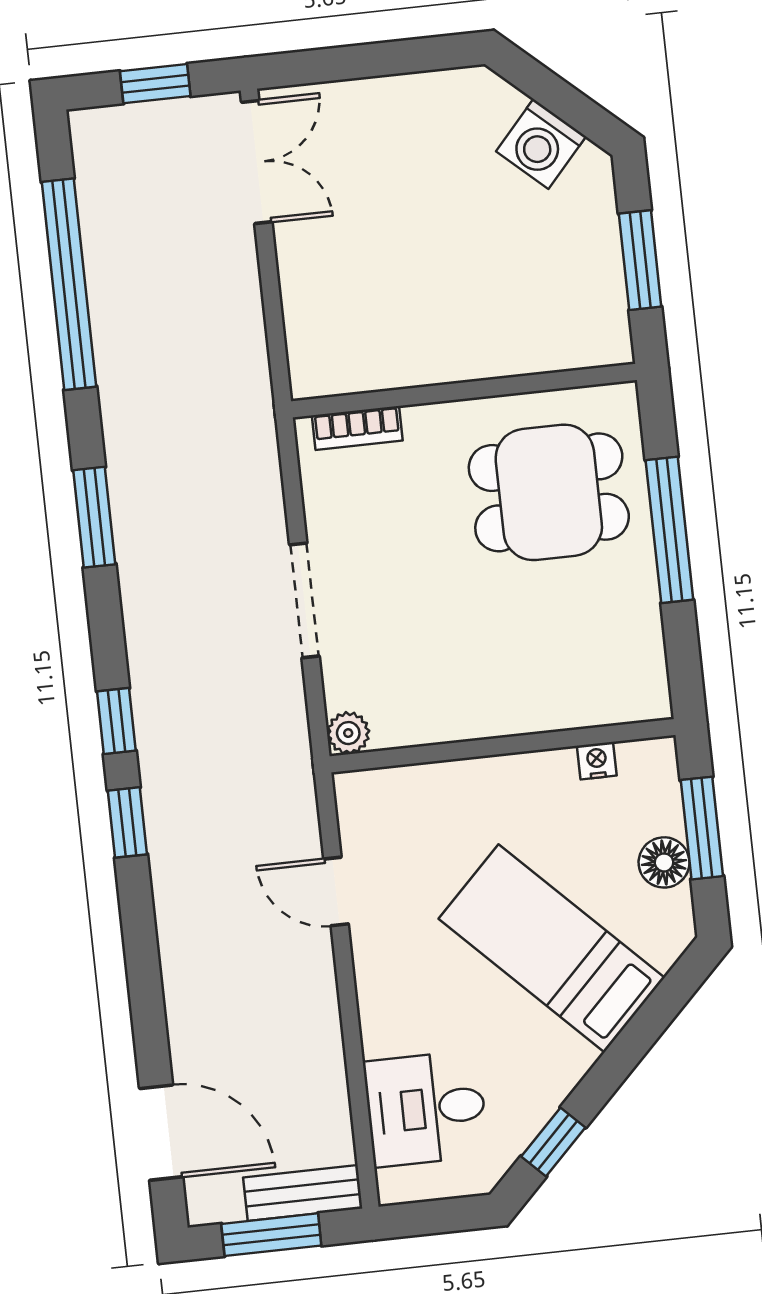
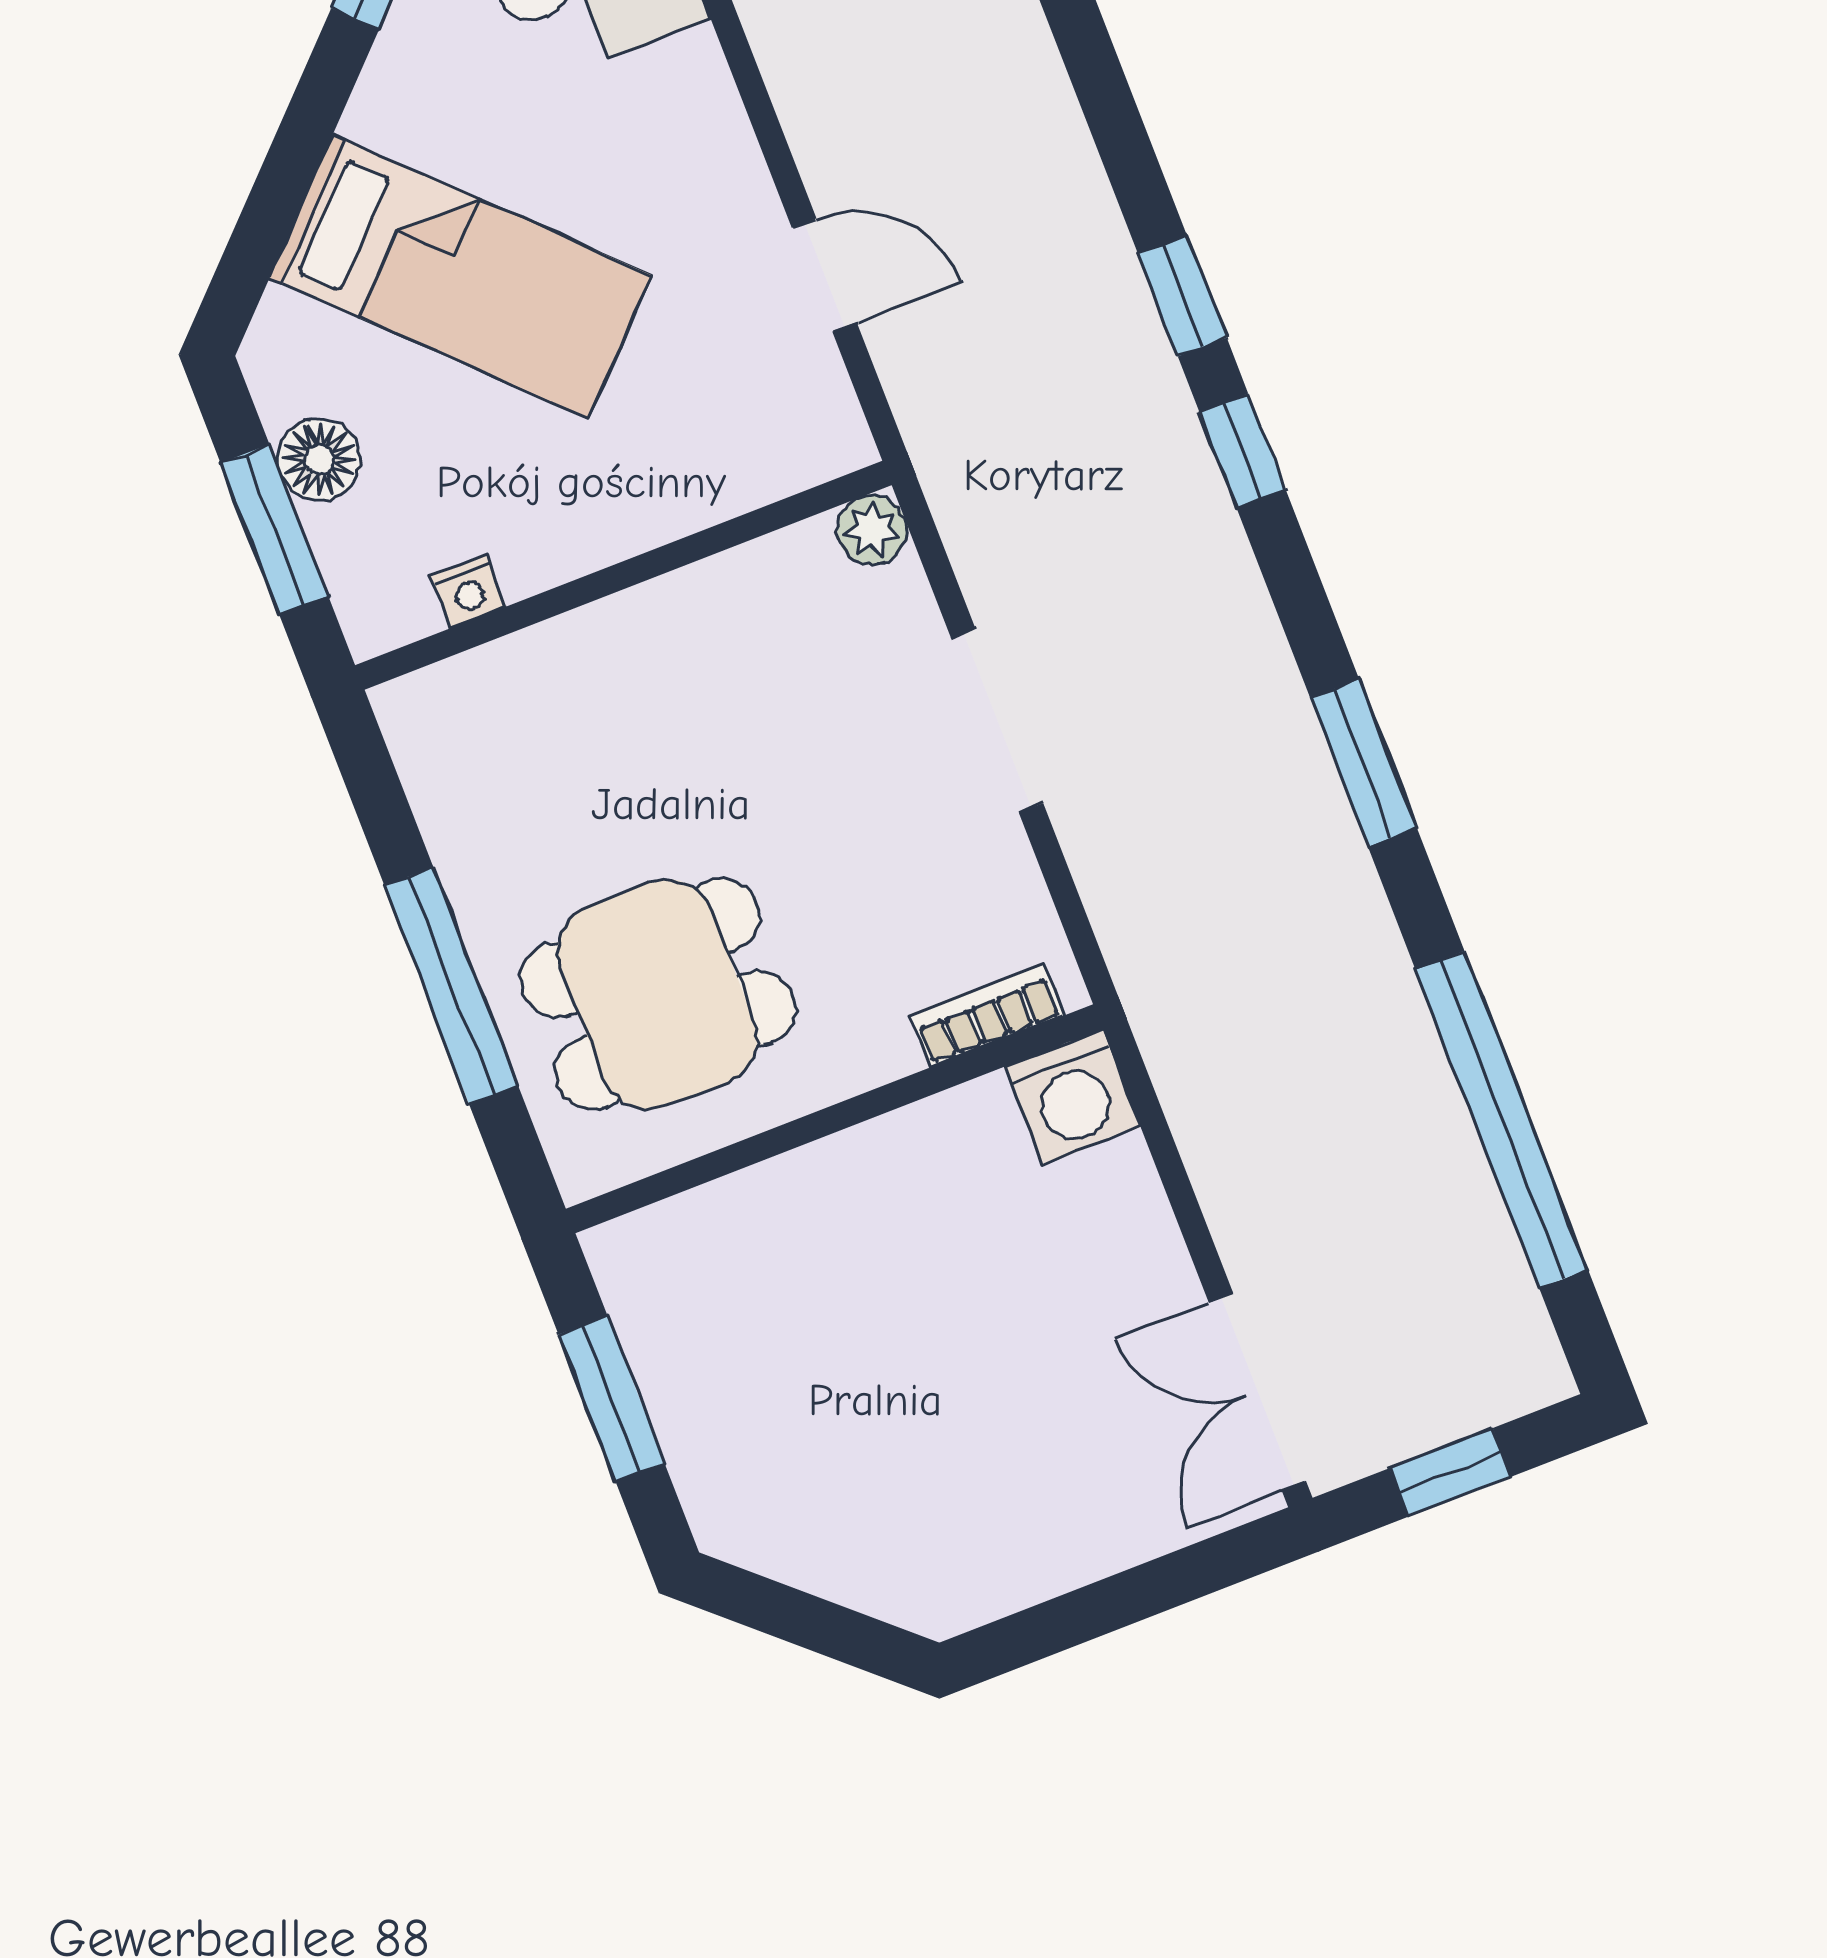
washing machine: (541, 144) -> (1072, 1097), moved, turned 138

